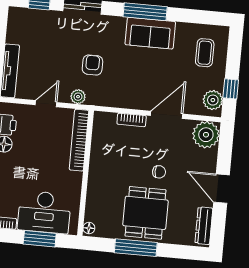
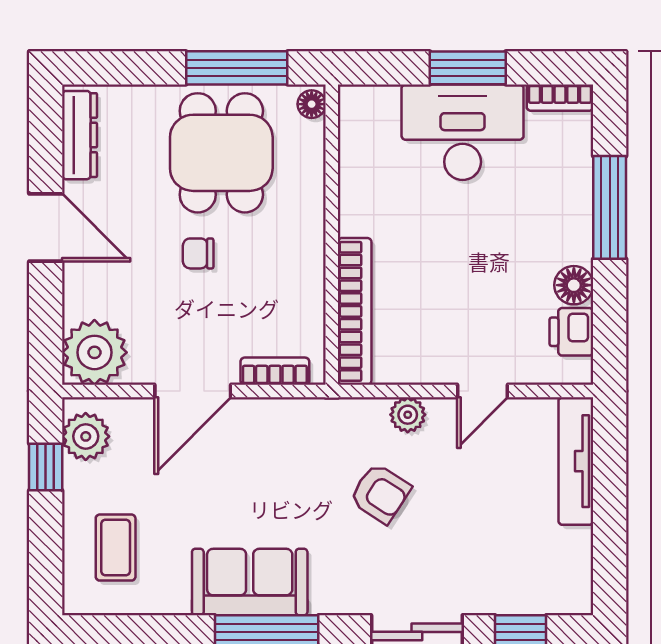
armchair: (92, 65) -> (380, 493), turned -57
bookcase: (79, 140) -> (355, 311), moved
wall: (86, 173) -> (332, 235), moved
floor lamp: (89, 228) -> (312, 104), moved

